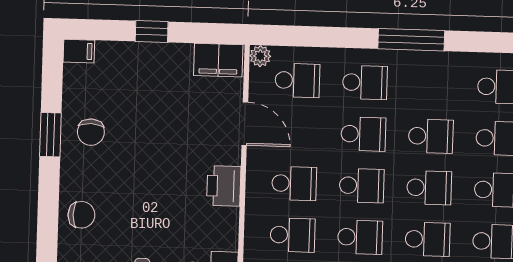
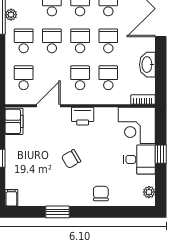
plant: (260, 56) -> (11, 15), moved
chair: (91, 132) -> (71, 159), moved, turned 148

